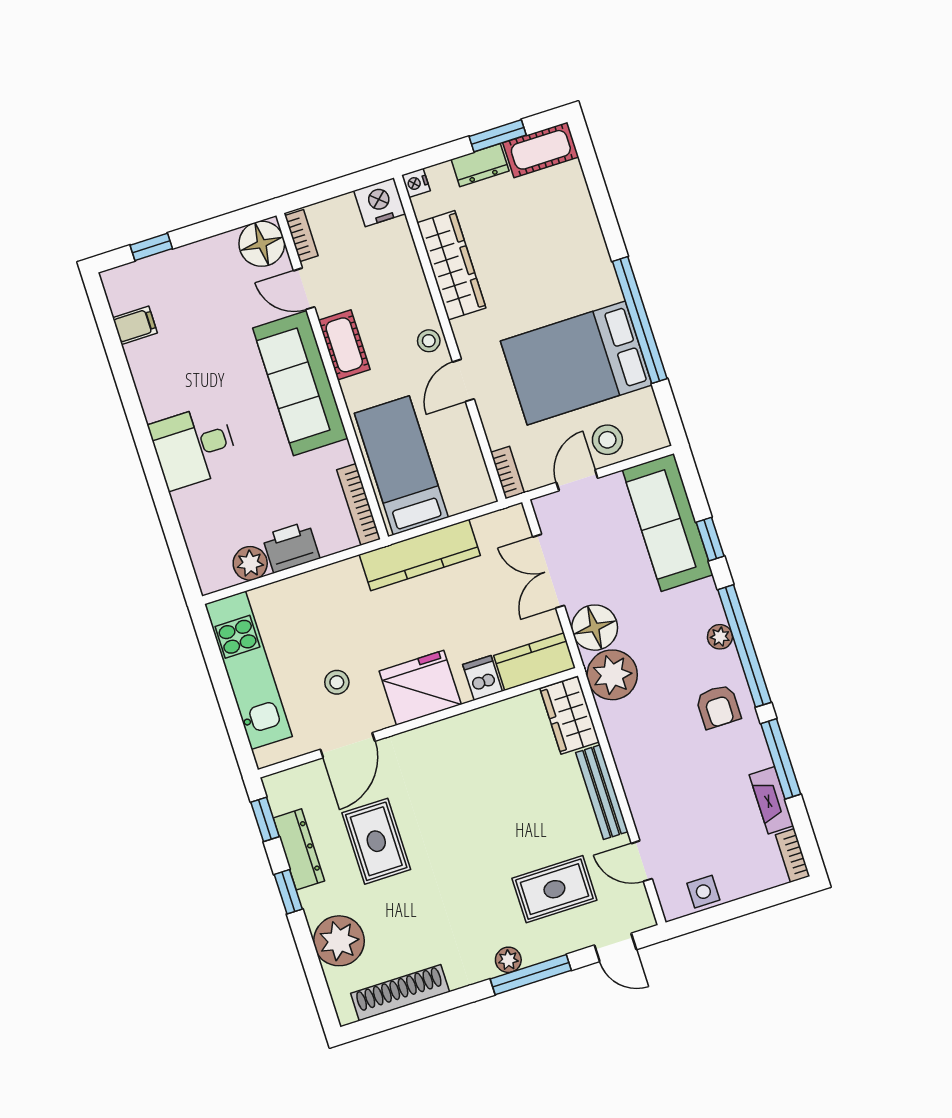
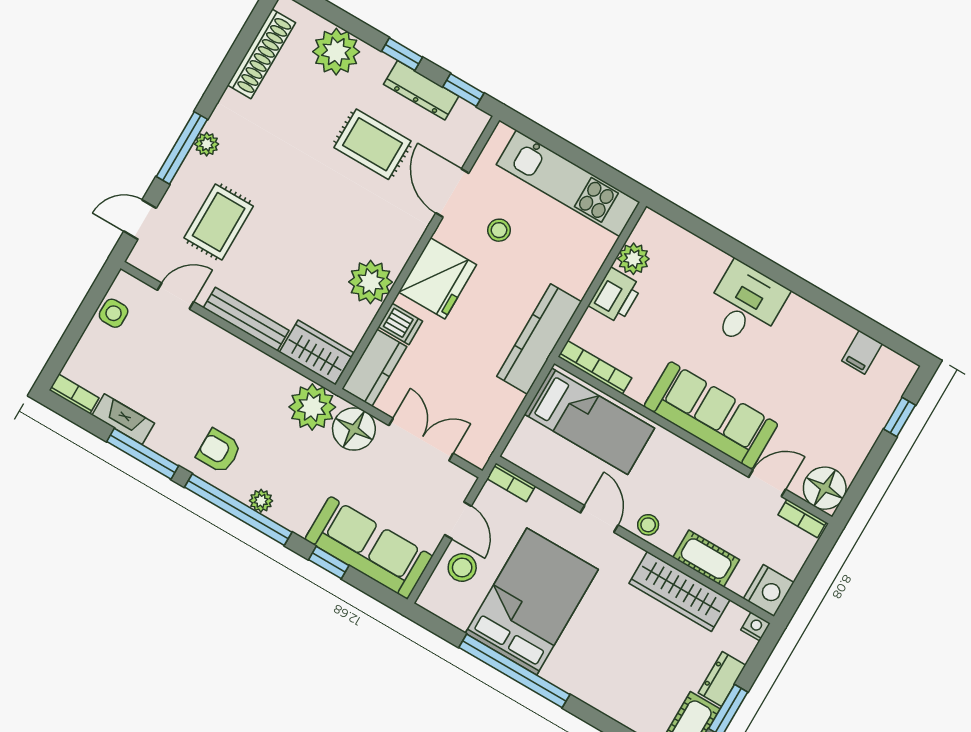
cot: (344, 345) -> (706, 559), moved
kitchen counter: (420, 555) -> (539, 339), moved
plant: (476, 733) -> (371, 282), added

